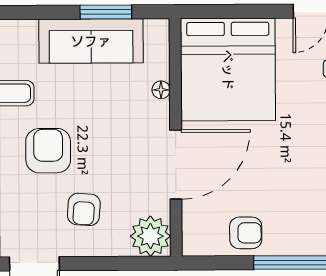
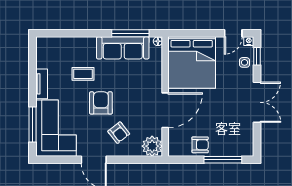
window: (106, 12) -> (130, 33), width x1.44
floor lamp: (161, 90) -> (158, 41), moved
armchair: (84, 209) -> (119, 133), turned -42

